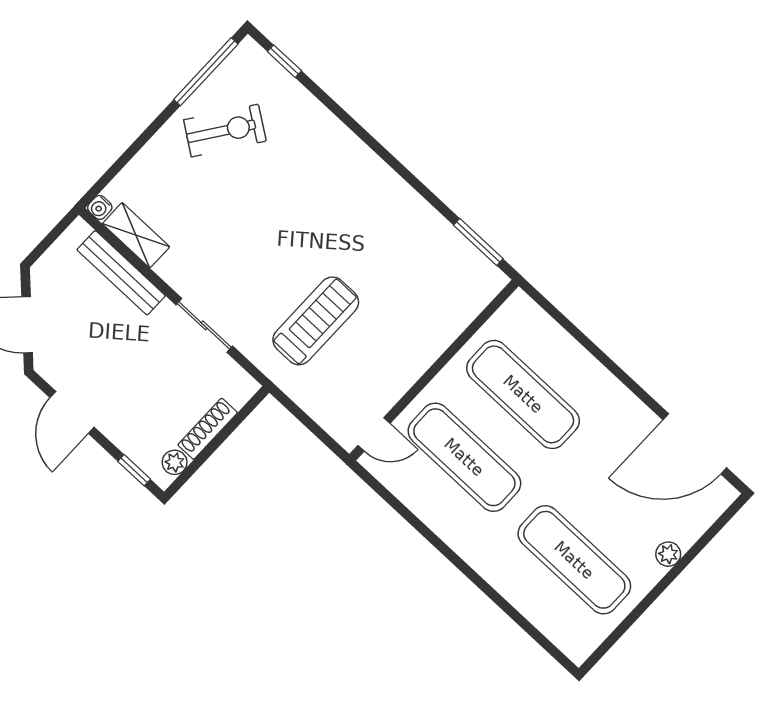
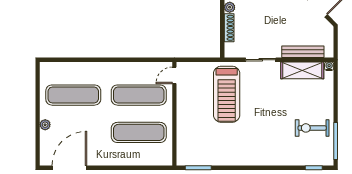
exercise bike: (225, 130) -> (312, 128), turned 55
shelving: (136, 235) -> (302, 70), width x1.50, depth x1.33
treadmill: (316, 321) -> (227, 94), width x1.37, depth x1.38

